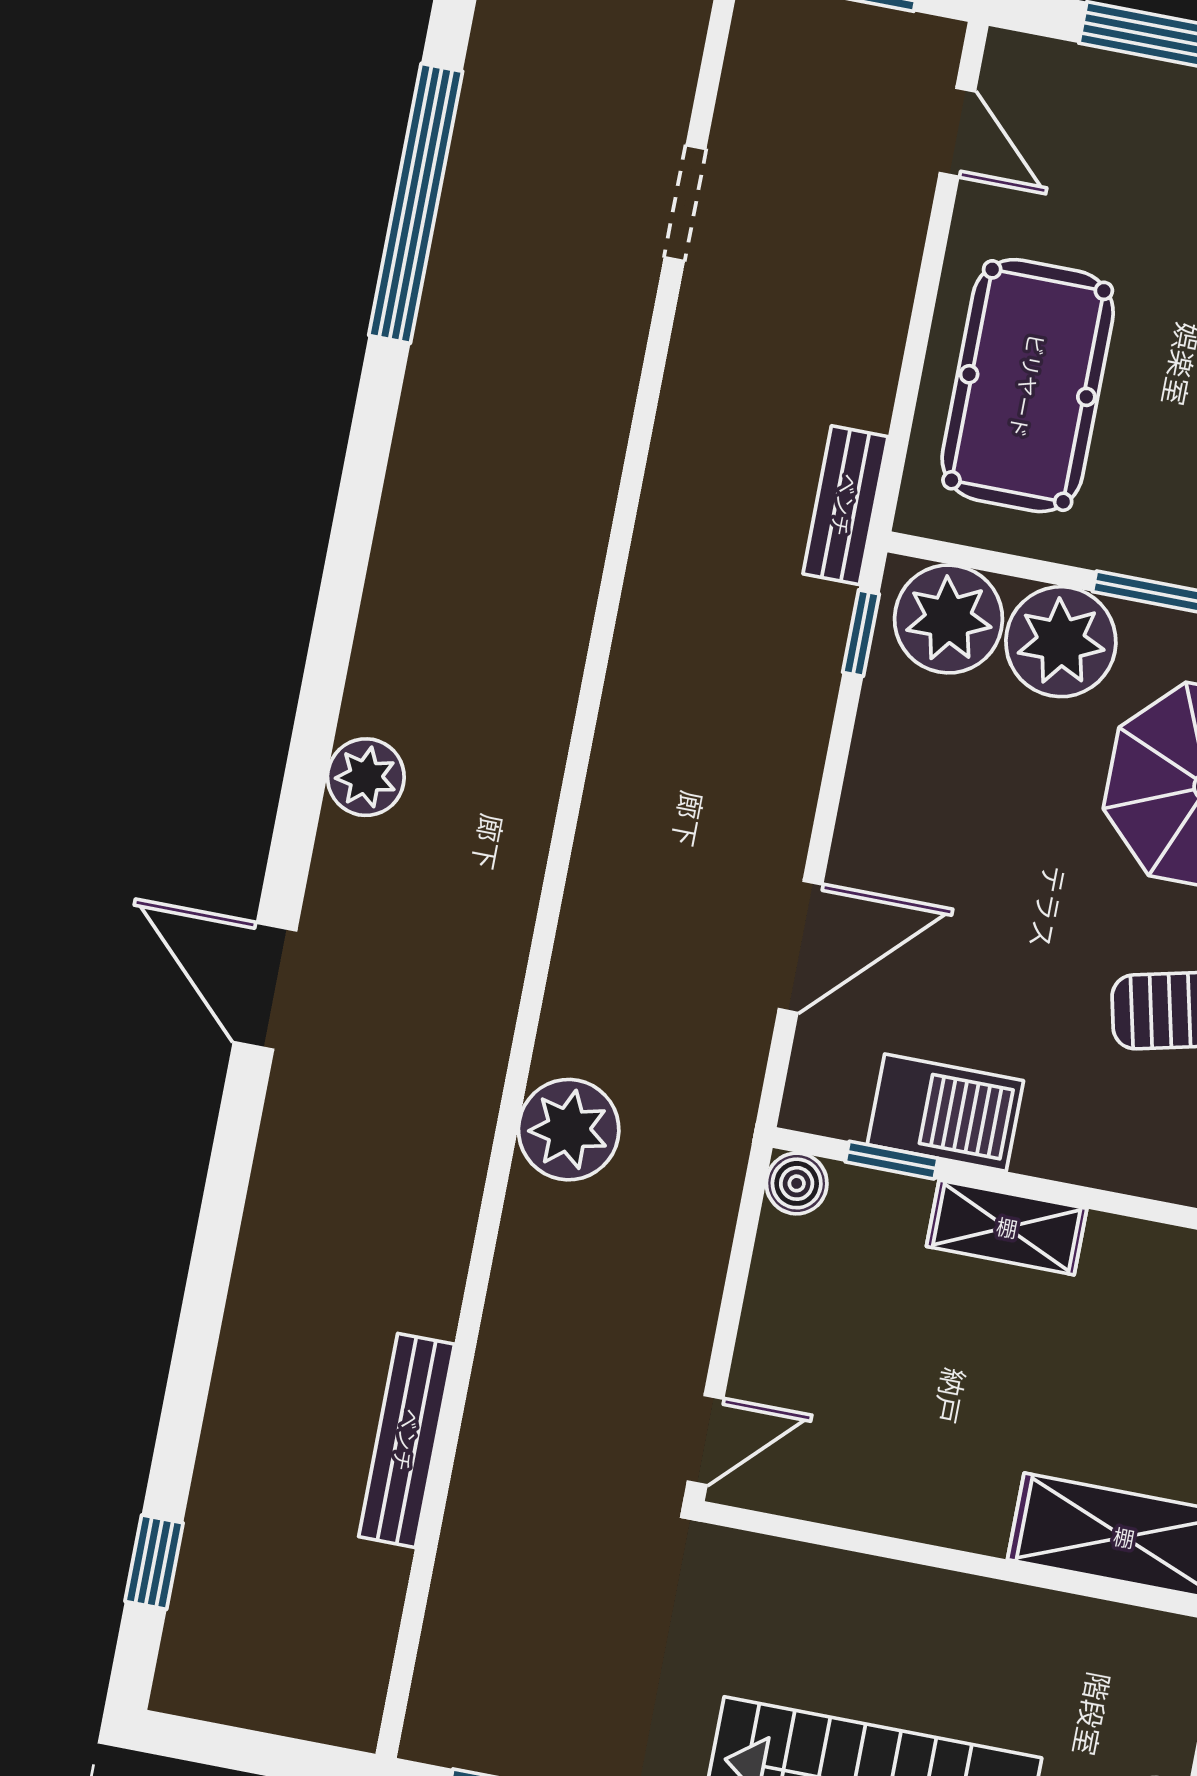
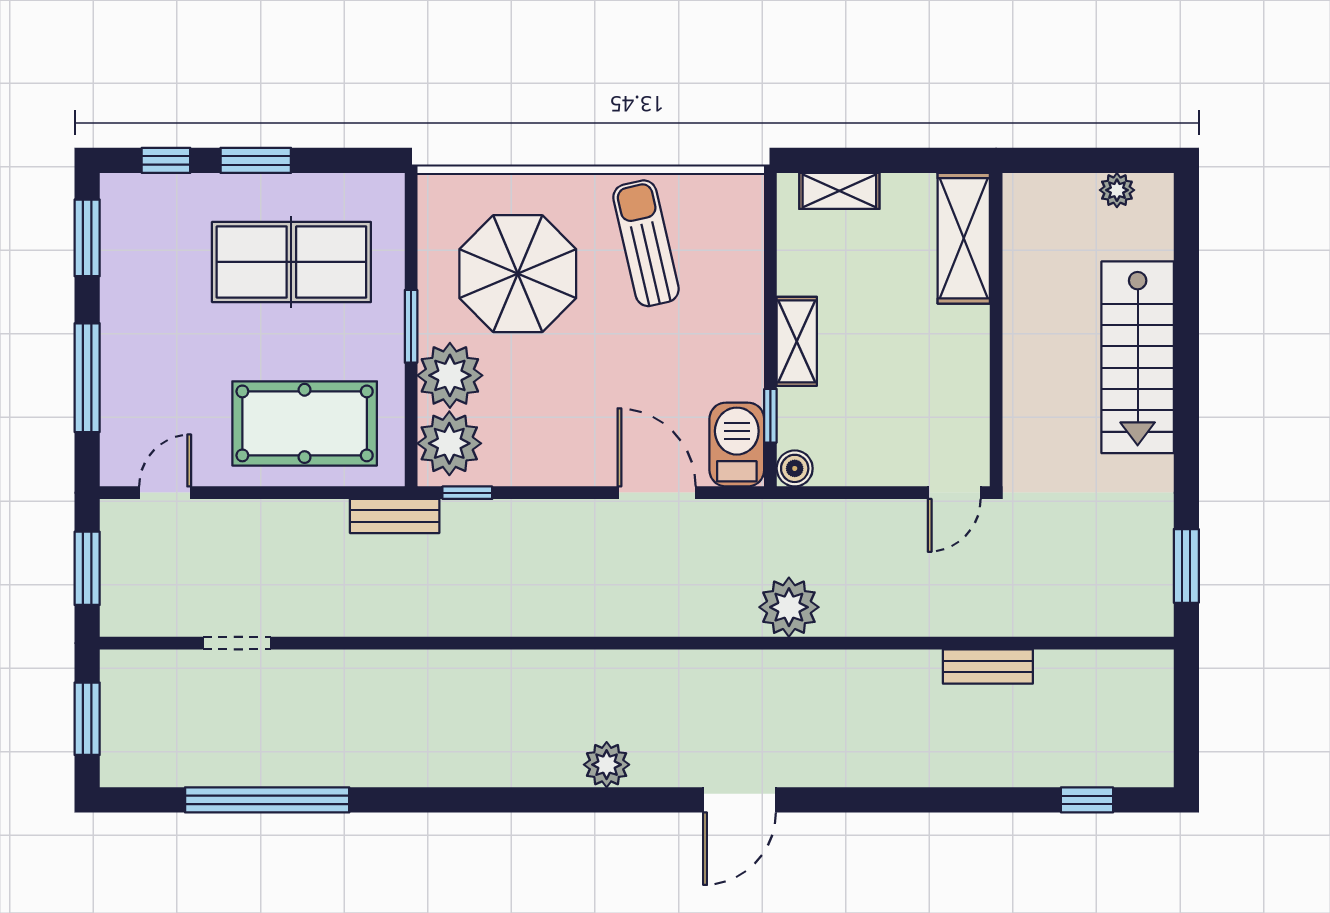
barbecue: (945, 1113) -> (737, 444), moved
bench: (407, 1440) -> (988, 667), width x0.73
door: (706, 1440) -> (954, 493), swing flipped

